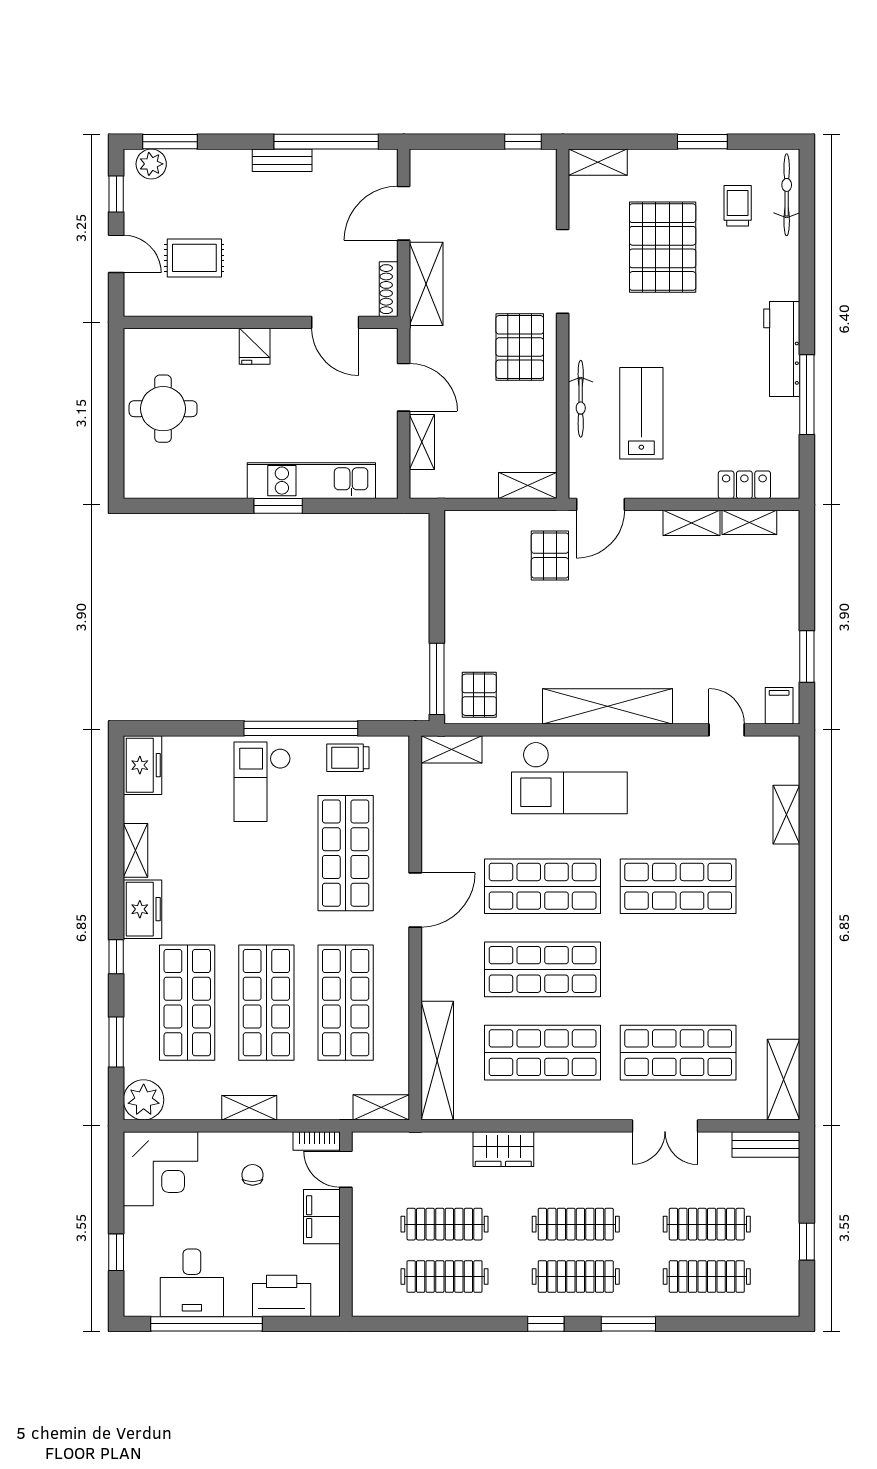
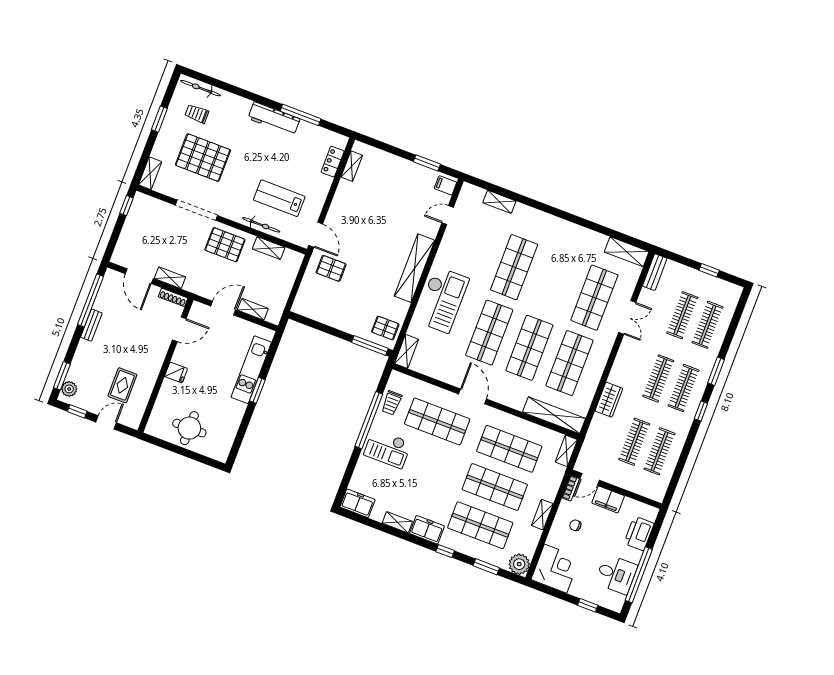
shelving: (426, 284) -> (170, 278), width x0.67, depth x0.75
shelving: (528, 486) -> (269, 248), moved, turned 90
shelving: (691, 523) -> (341, 194), removed

